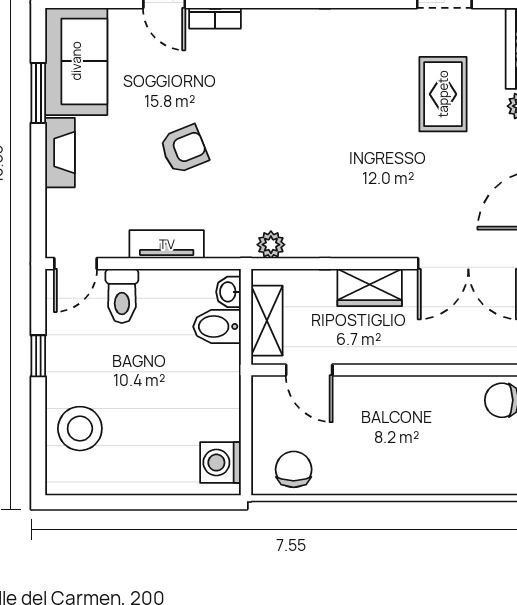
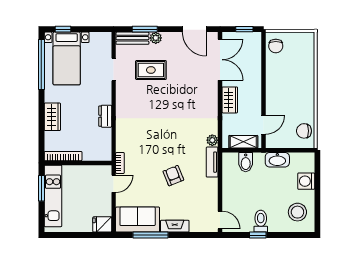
window: (38, 93) -> (150, 235), width x1.44
tv unit: (167, 244) -> (212, 162), moved
washbasin: (229, 292) -> (277, 160), moved, width x1.91, depth x1.45
toilet: (122, 296) -> (261, 221), moved, turned -90
stool: (80, 429) -> (297, 212), moved
washing machine: (221, 463) -> (306, 181), moved, turned 90

